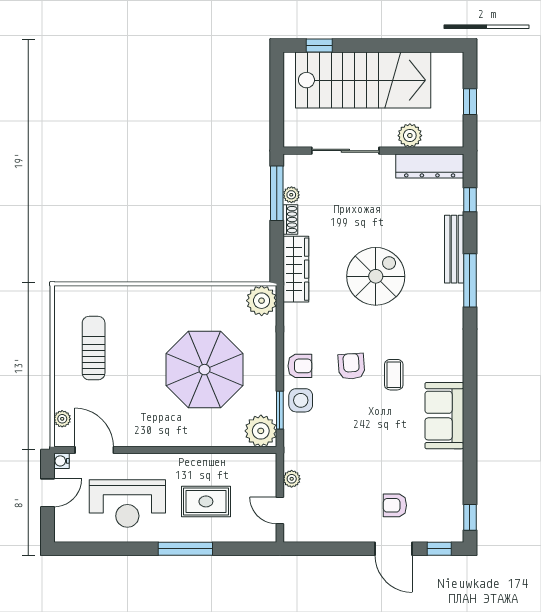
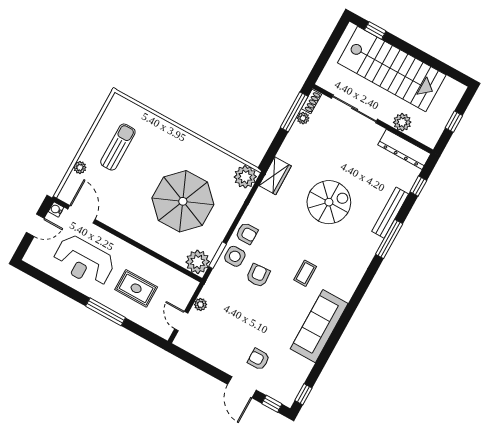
shoe rack: (290, 220) -> (311, 102), moved
wardrobe: (296, 269) -> (275, 176), width x0.67
armchair: (351, 366) -> (258, 275), moved
sofa: (444, 416) -> (319, 326), width x1.36
plant: (62, 419) -> (80, 167), moved

